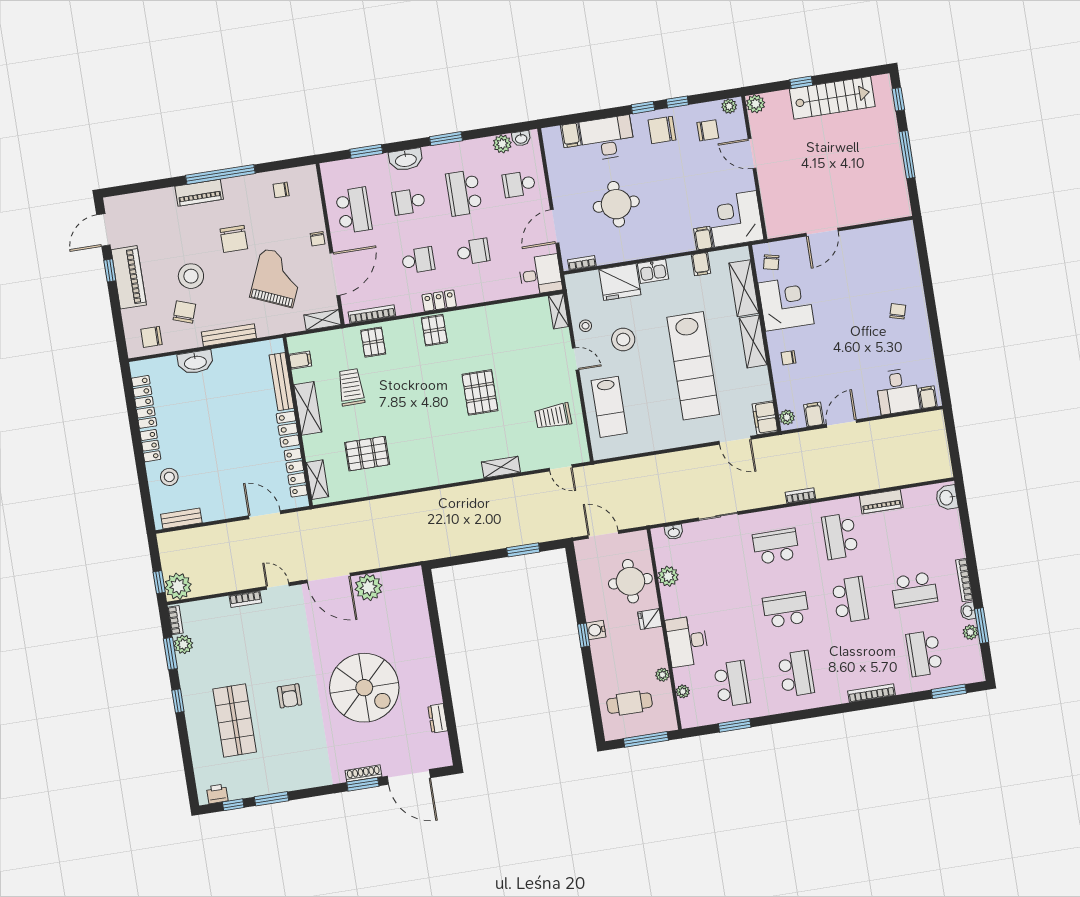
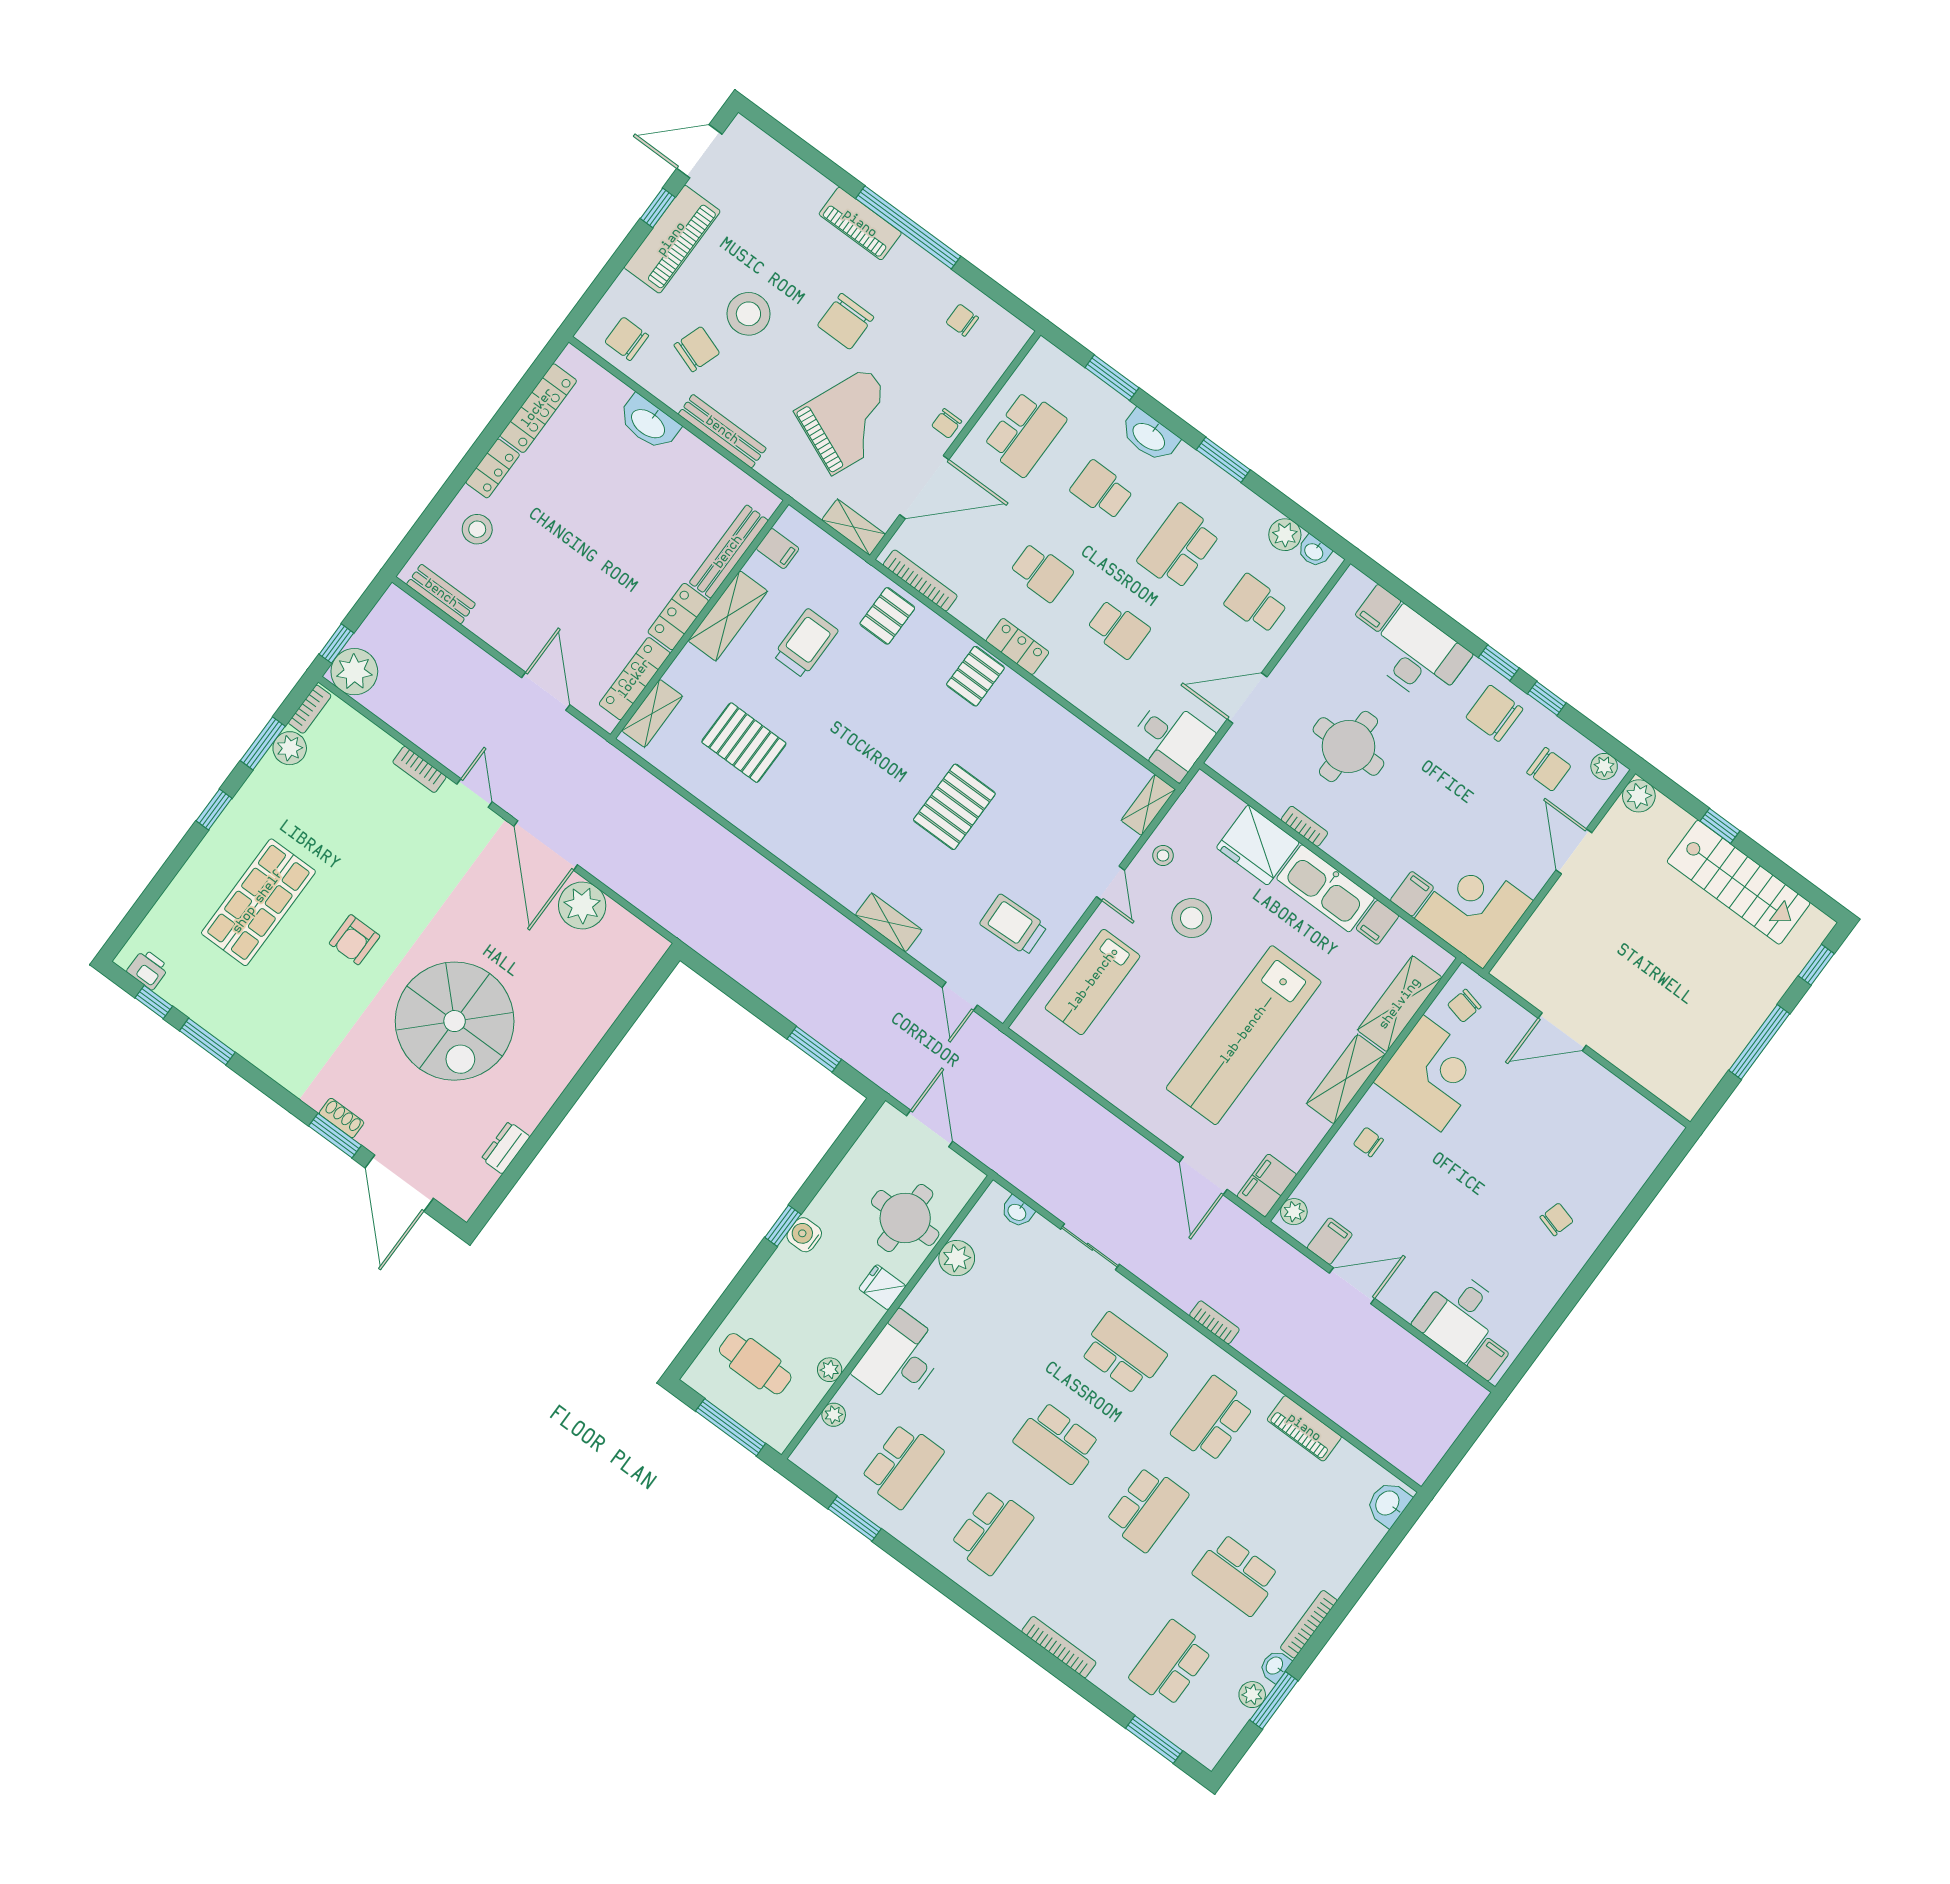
bookcase: (582, 263) -> (1304, 826), moved
kitchen sink: (653, 271) -> (1326, 888), width x1.88, depth x1.24
school desk: (786, 610) -> (1057, 1443), turned 180
shoe rack: (363, 773) -> (342, 1118), width x0.70

